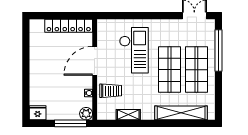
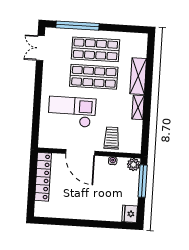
shelving: (181, 113) -> (138, 76), width x0.68
shelving: (128, 115) -> (138, 107), moved

